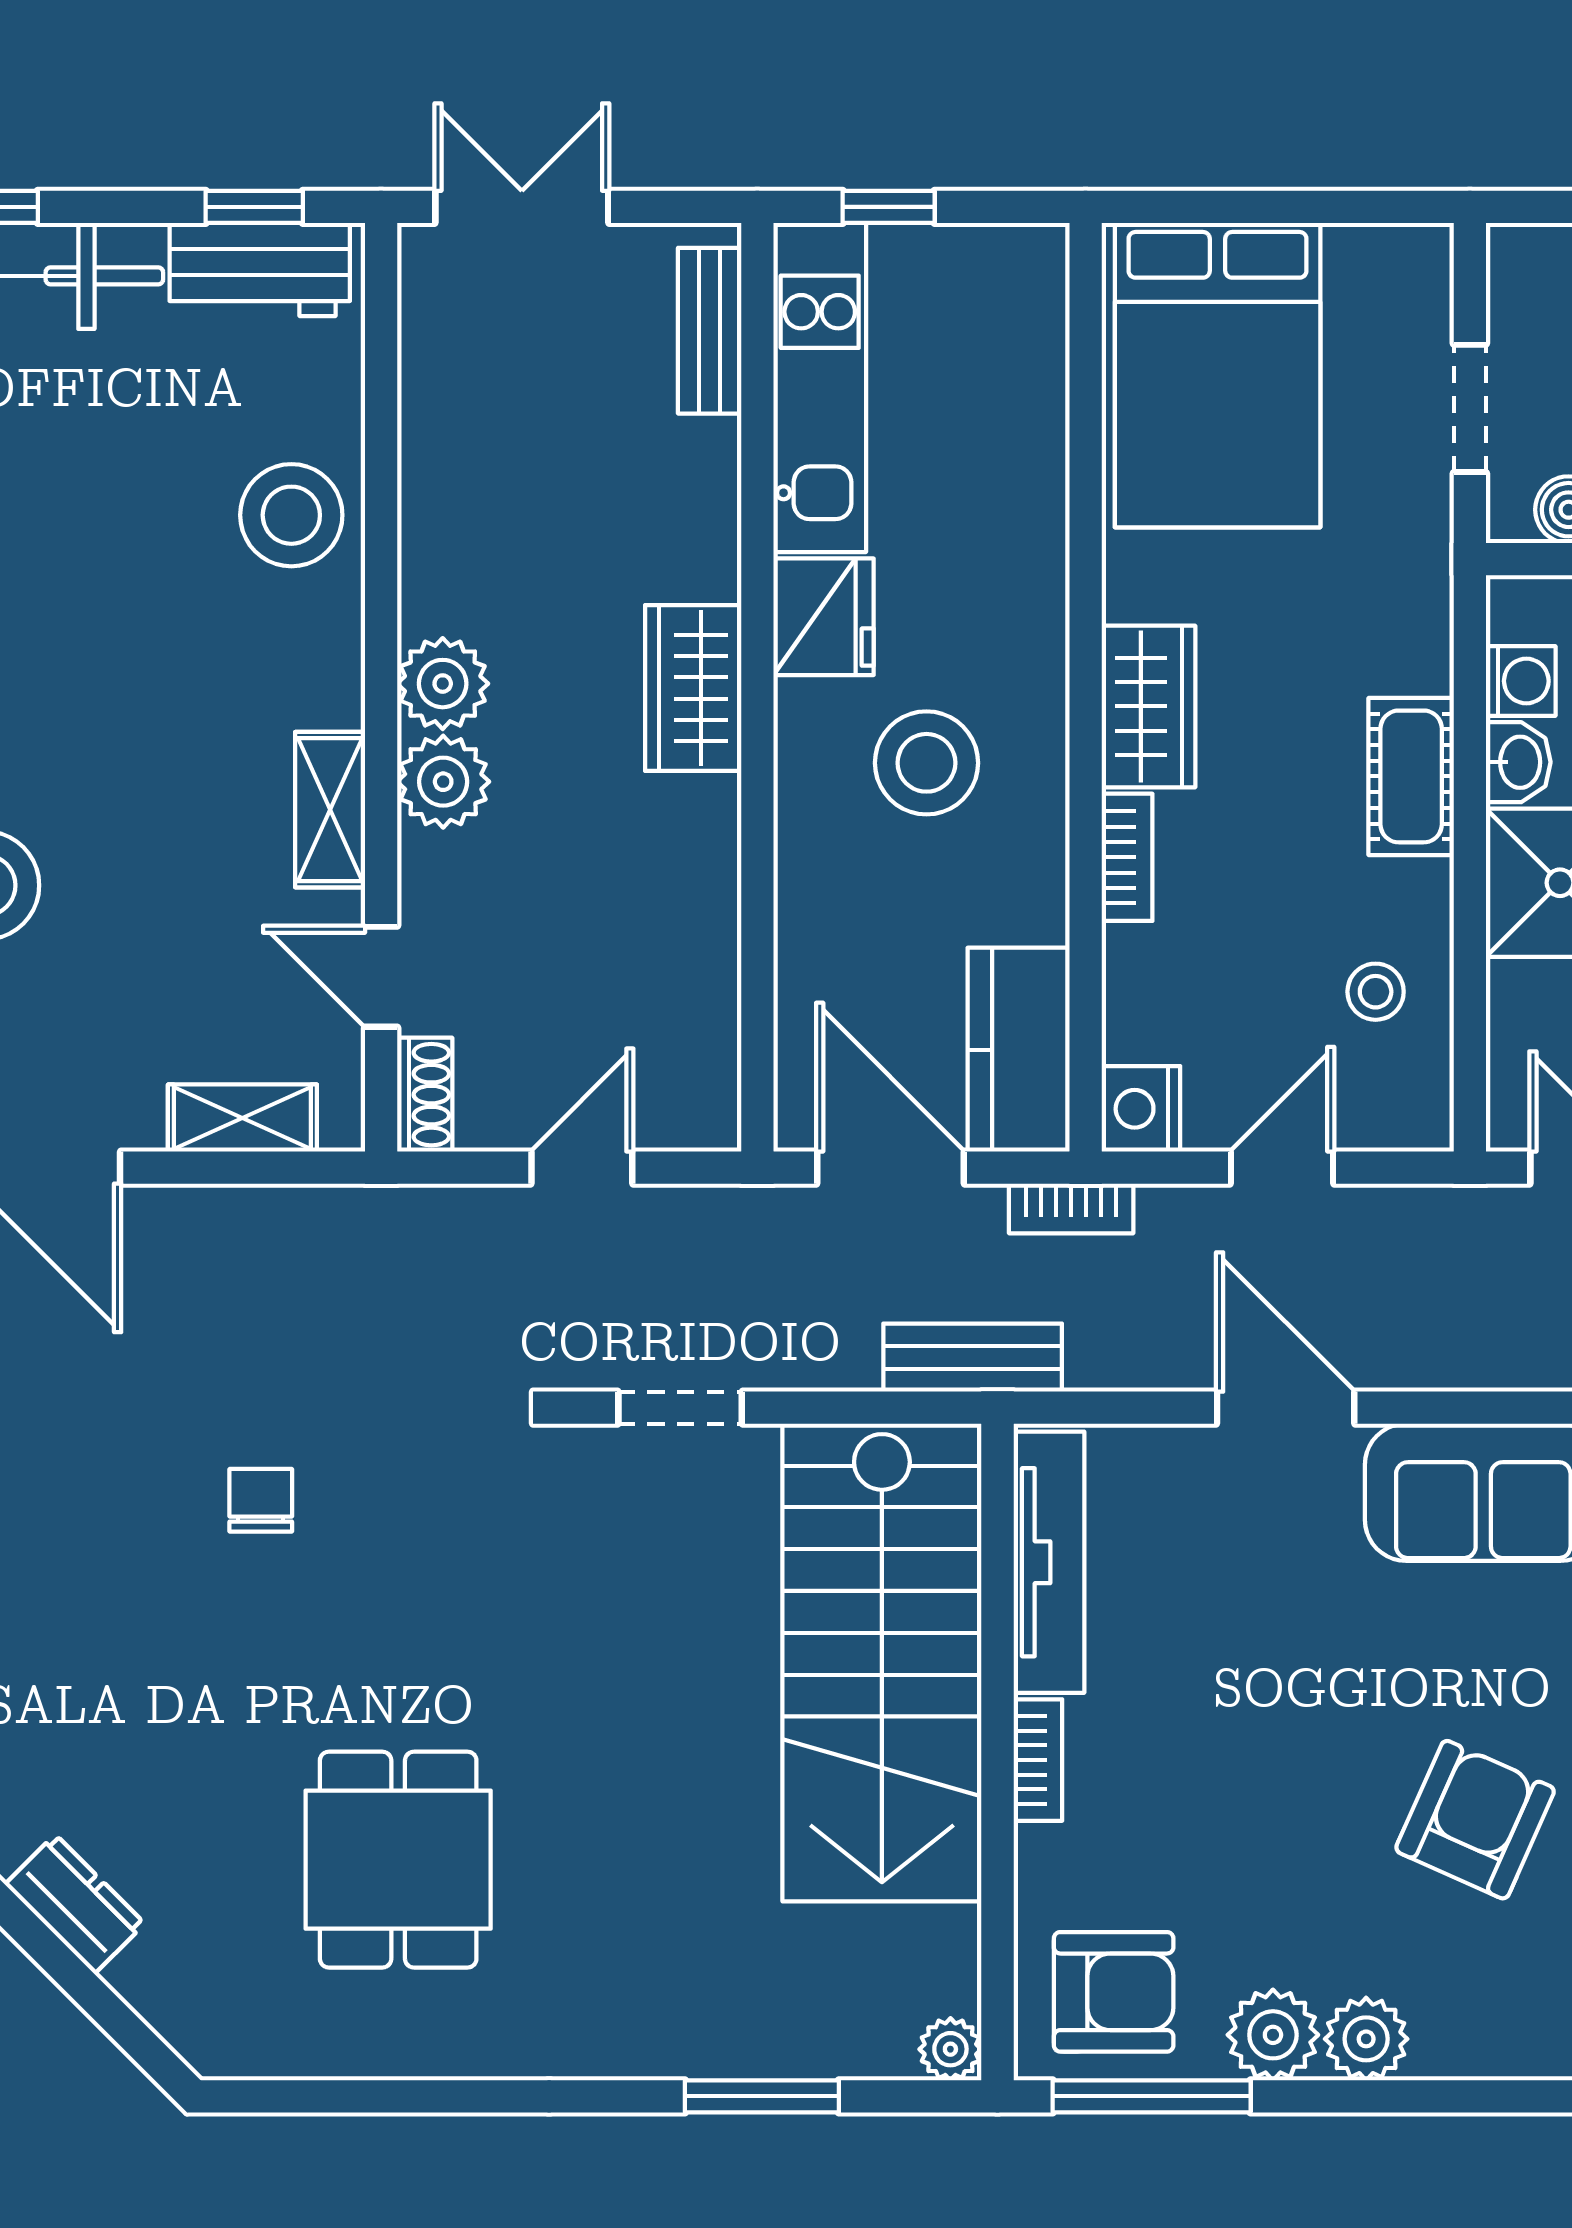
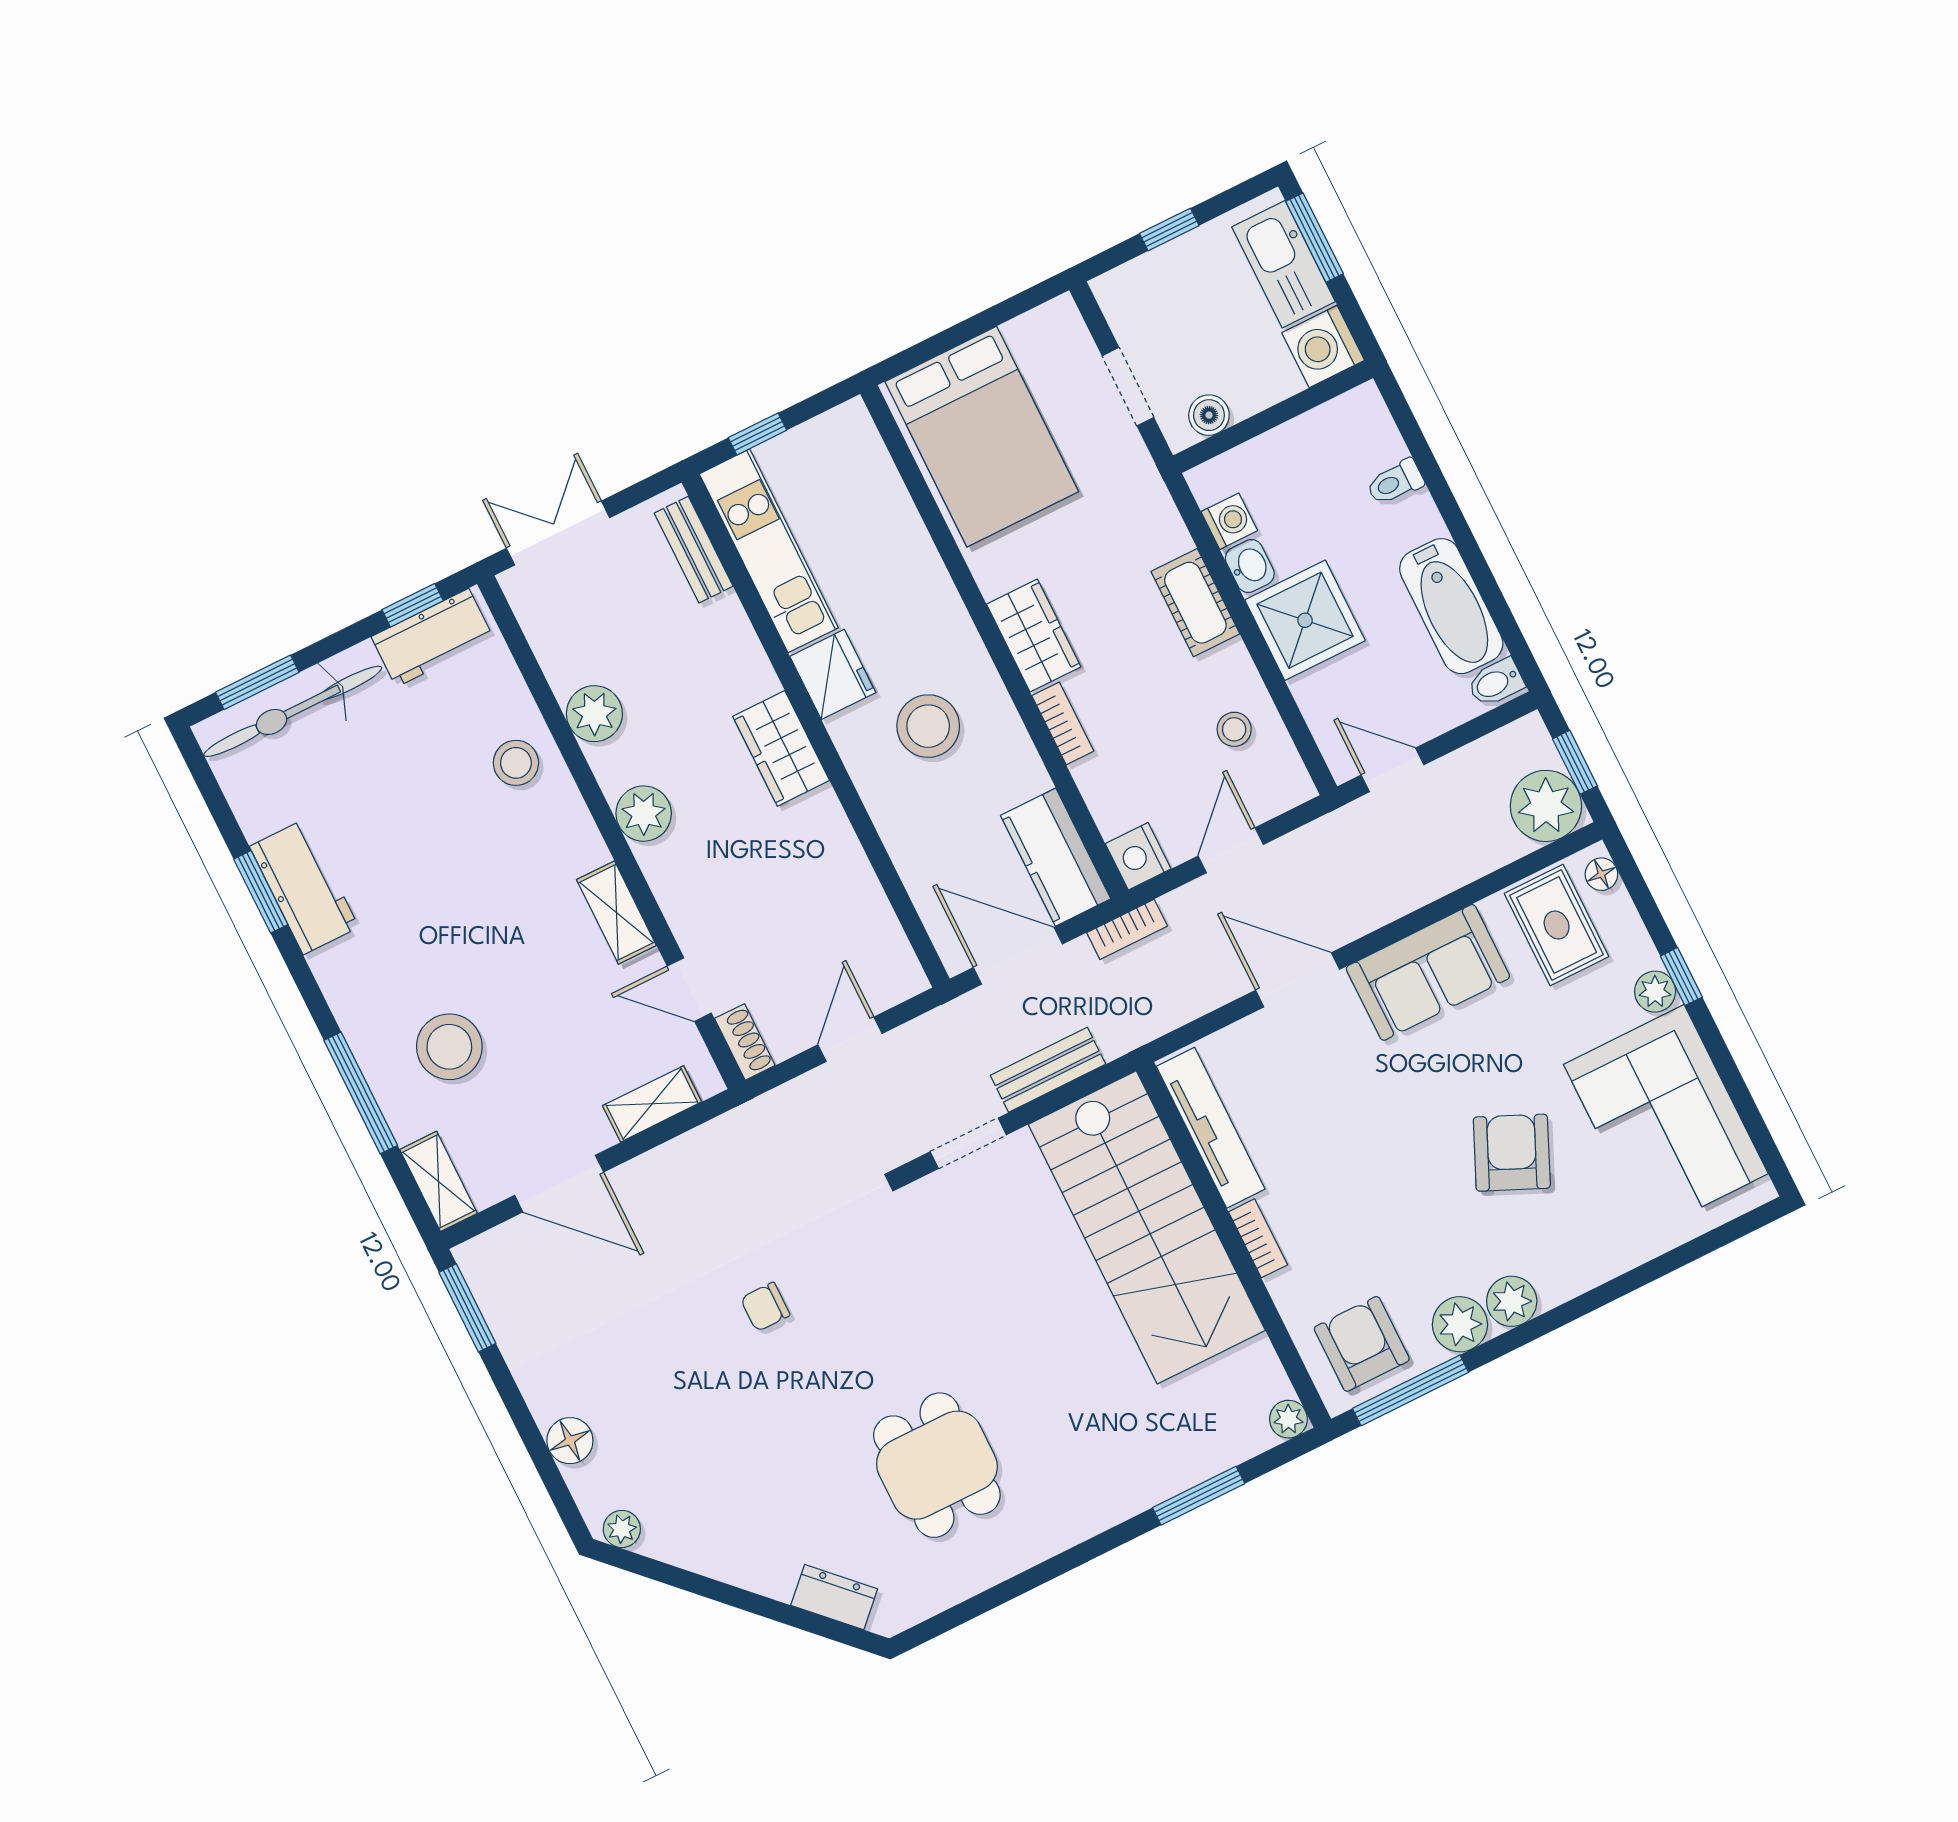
stool: (291, 515) -> (516, 763), width x0.73, depth x0.73
plant: (443, 782) -> (594, 714), moved
bench: (973, 1358) -> (1048, 1070), moved
chair: (261, 1500) -> (765, 1307), turned -90
dresser: (75, 1904) -> (834, 1597), moved
armchair: (1114, 1992) -> (1362, 1344), turned -90

